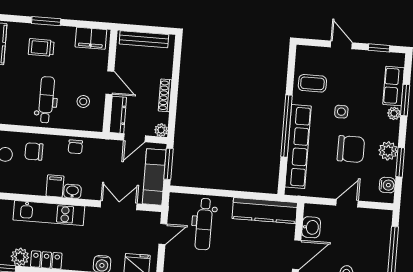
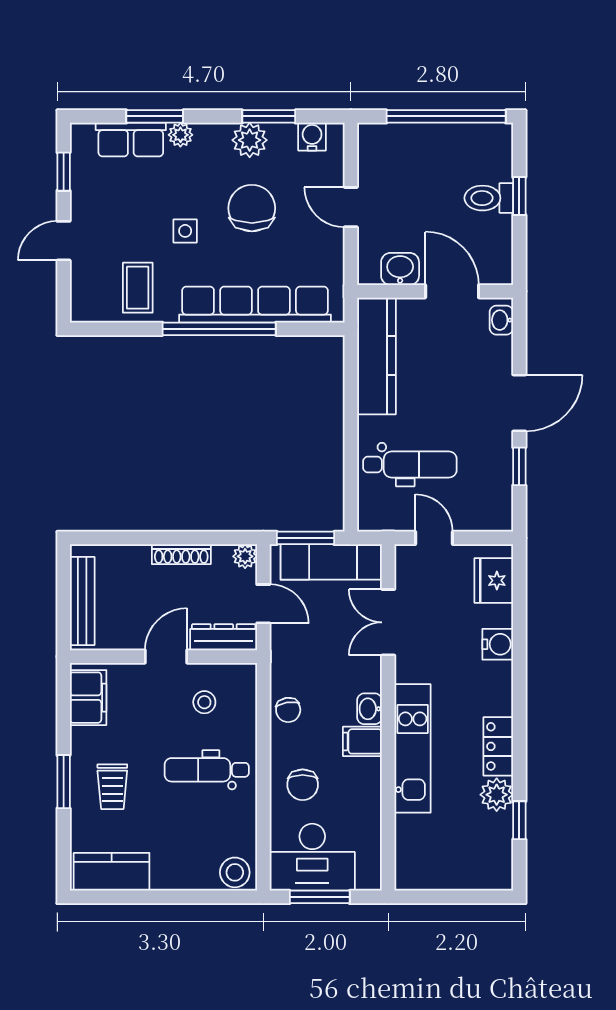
chair: (75, 147) -> (288, 710), turned 81

